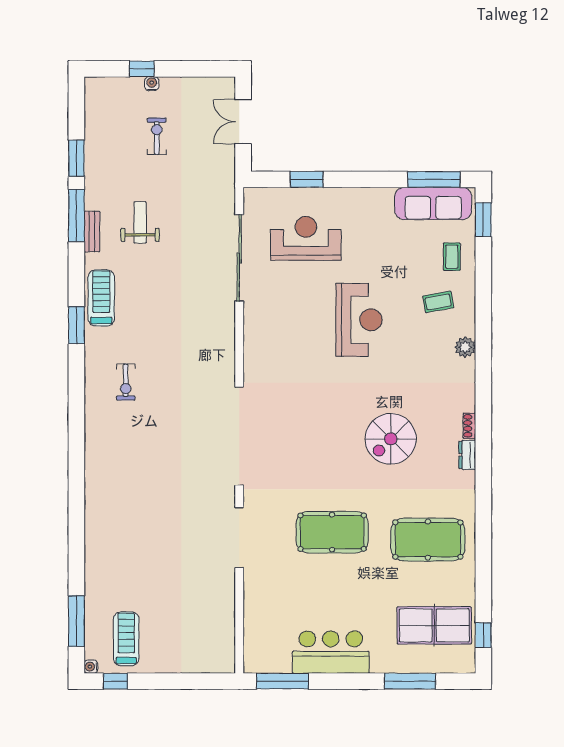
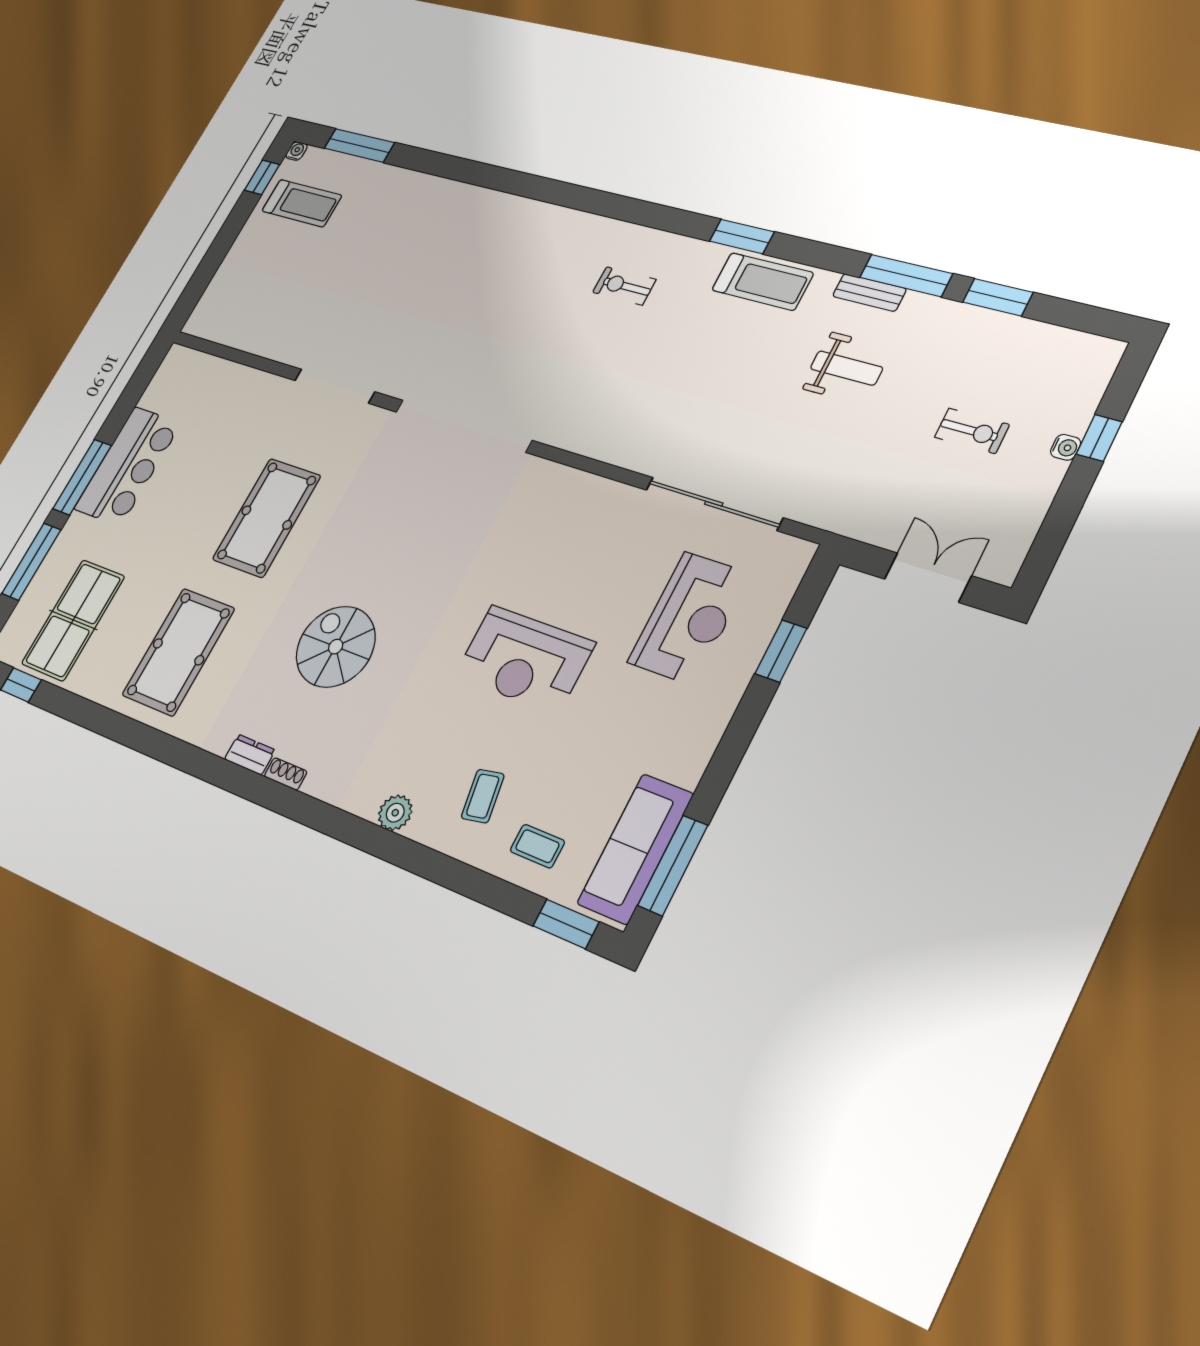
window: (282, 681) -> (82, 477), moved

